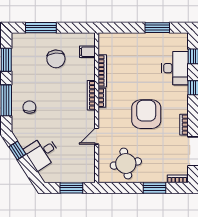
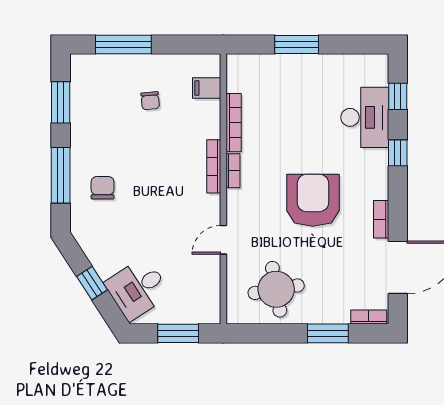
window: (157, 28) -> (297, 44), moved
chair: (56, 59) -> (150, 101), width x0.54, depth x0.54
window: (17, 150) -> (92, 283), moved
desk: (42, 153) -> (138, 289), moved

